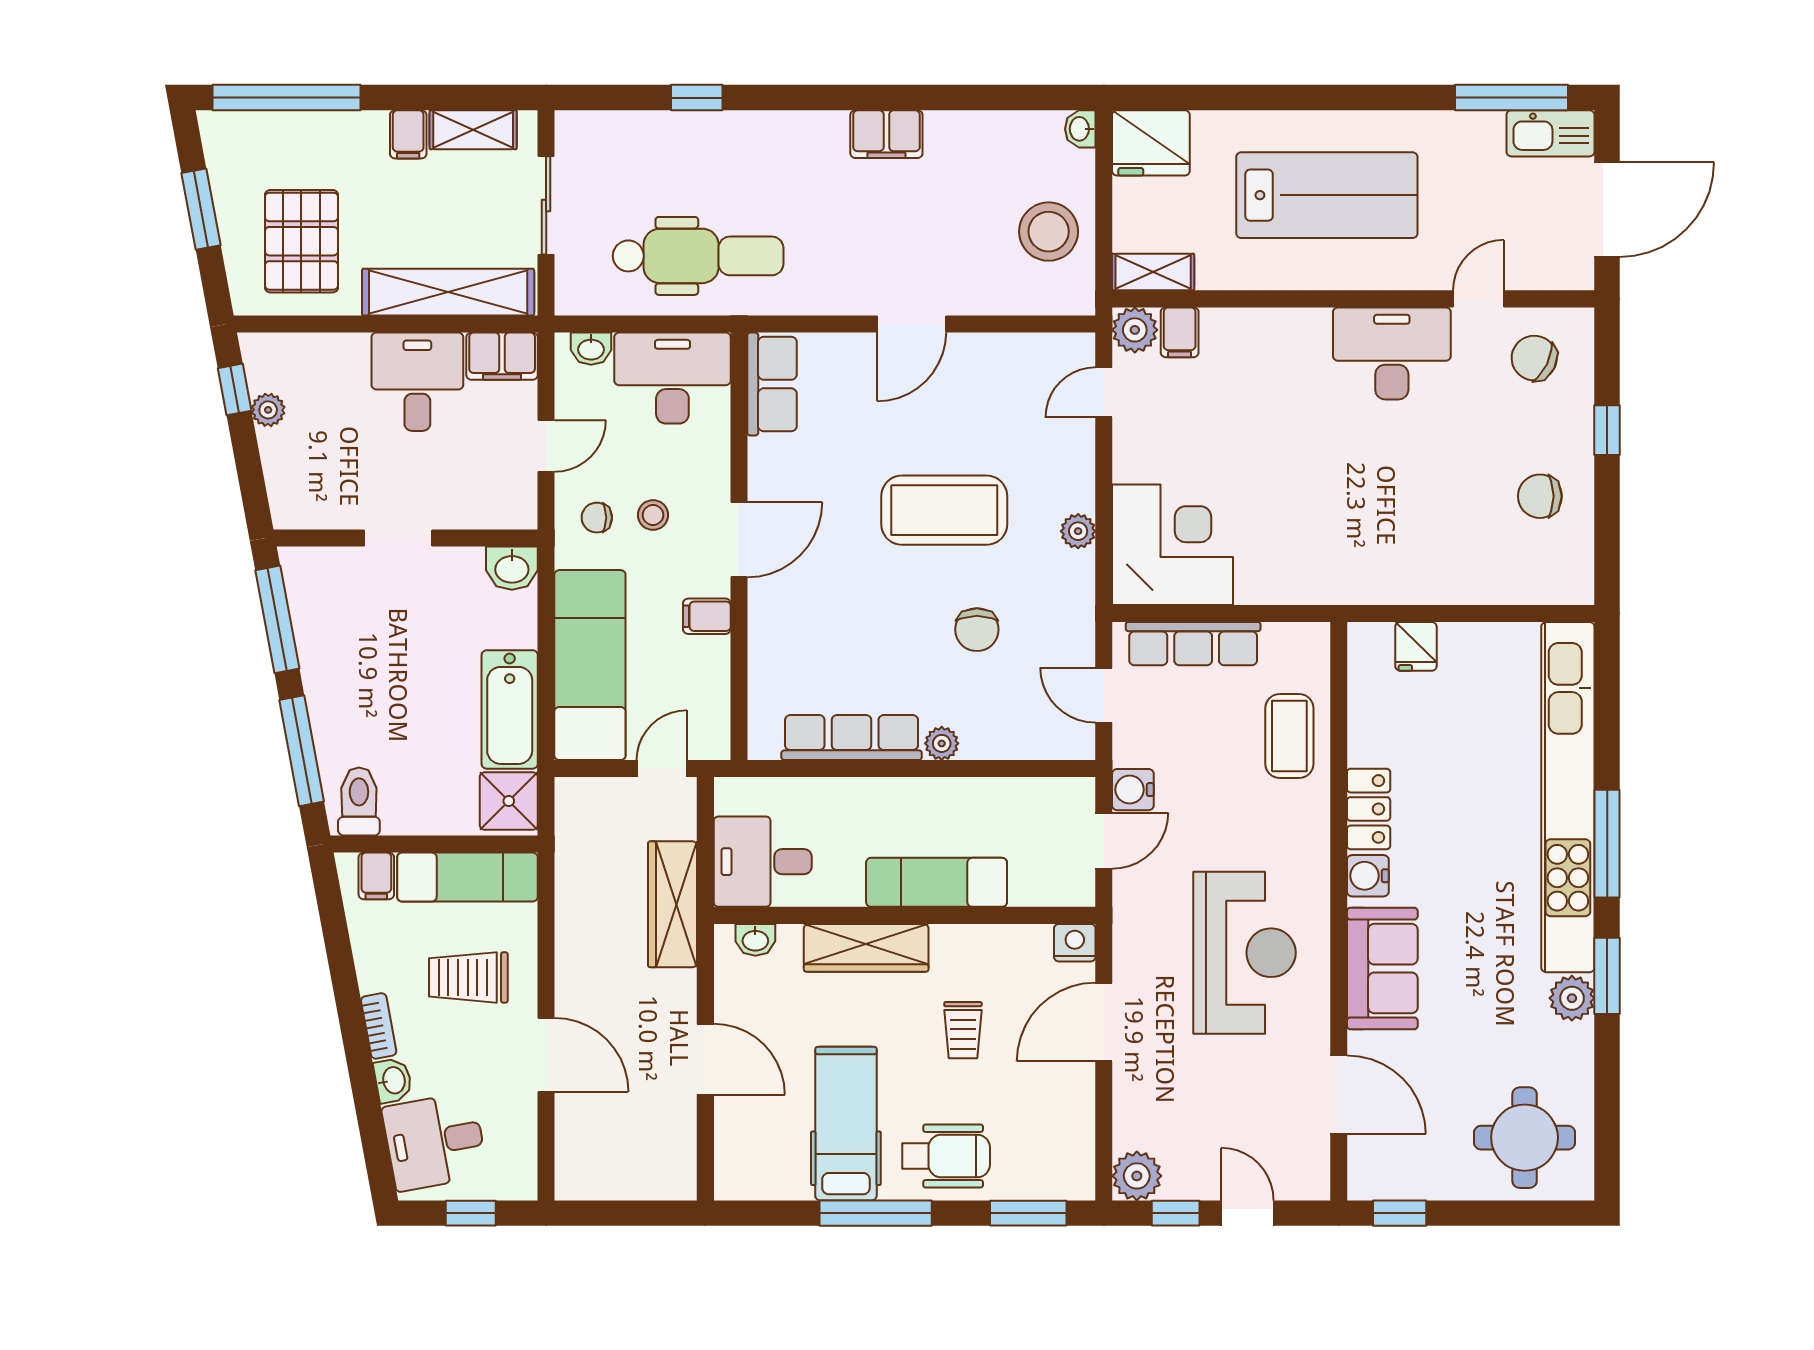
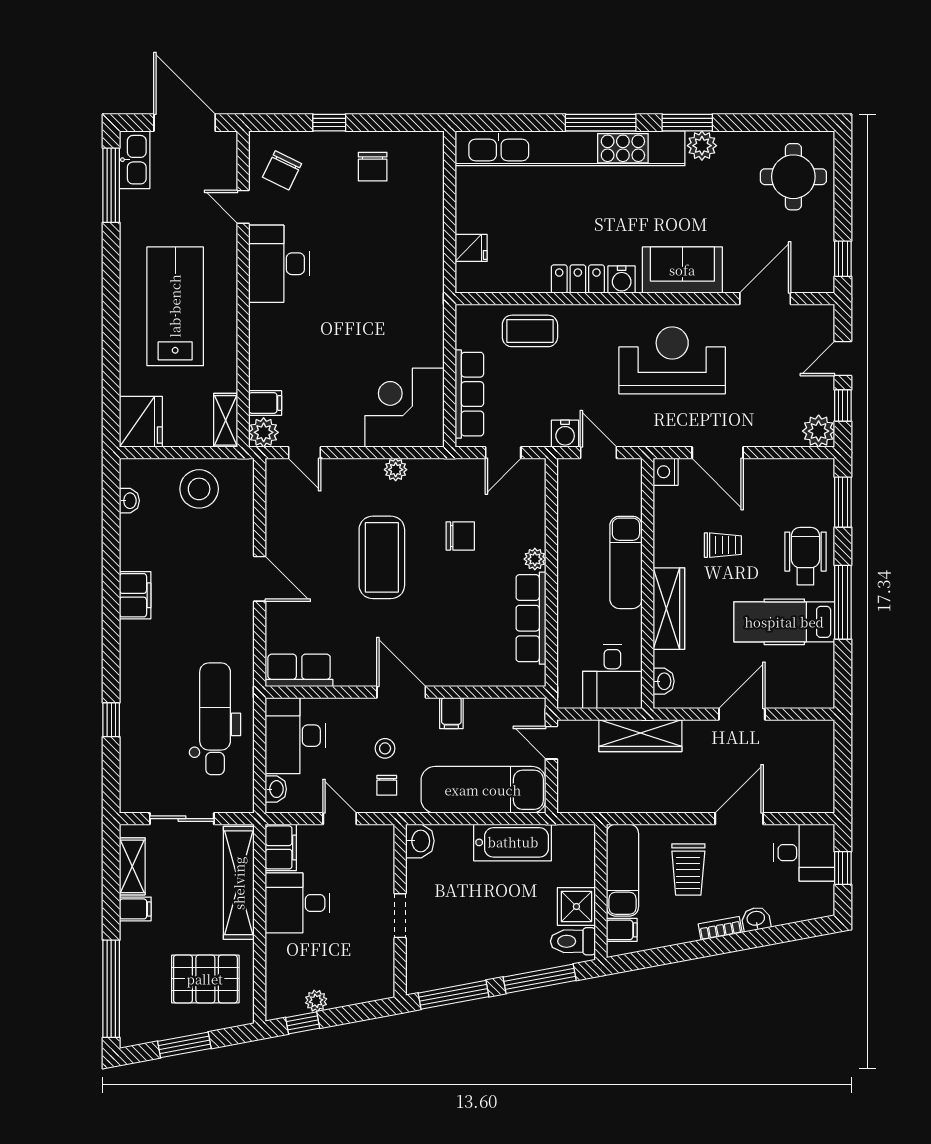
washbasin: (1080, 129) -> (129, 501), moved, turned -90
shower: (509, 801) -> (576, 906), moved
desk: (435, 1142) -> (804, 853), moved, turned -79

